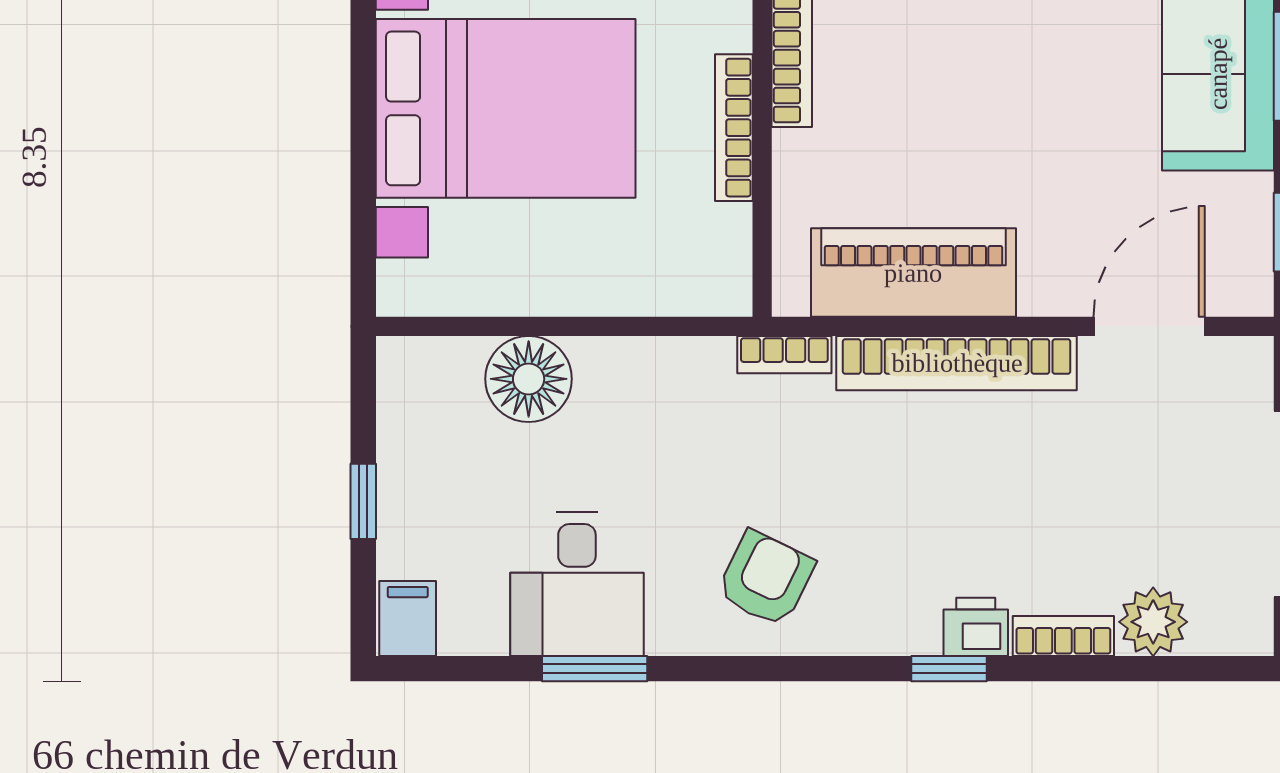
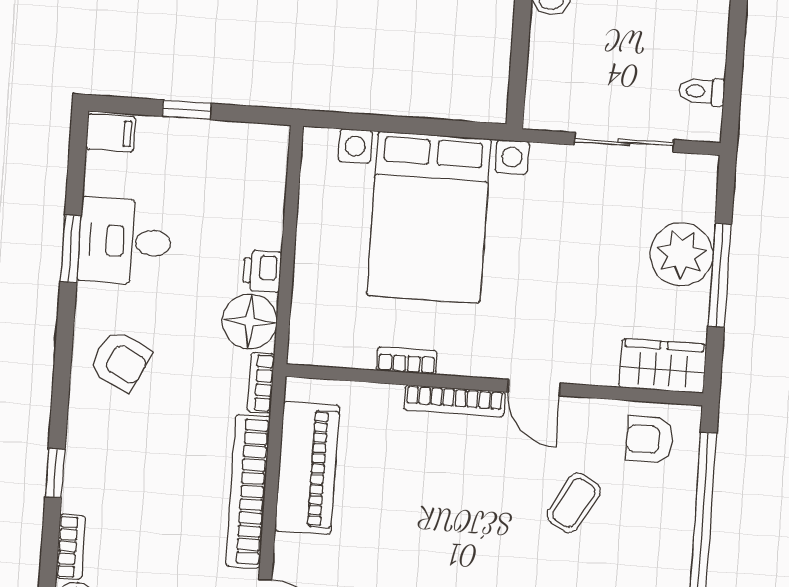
bookcase: (734, 128) -> (407, 361), width x0.64
floor lamp: (529, 379) -> (250, 321), moved
printer: (976, 627) -> (262, 271), moved, turned 180

